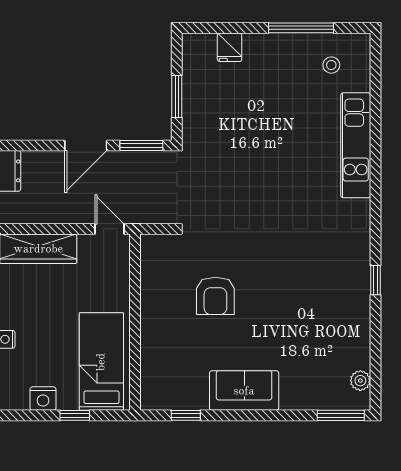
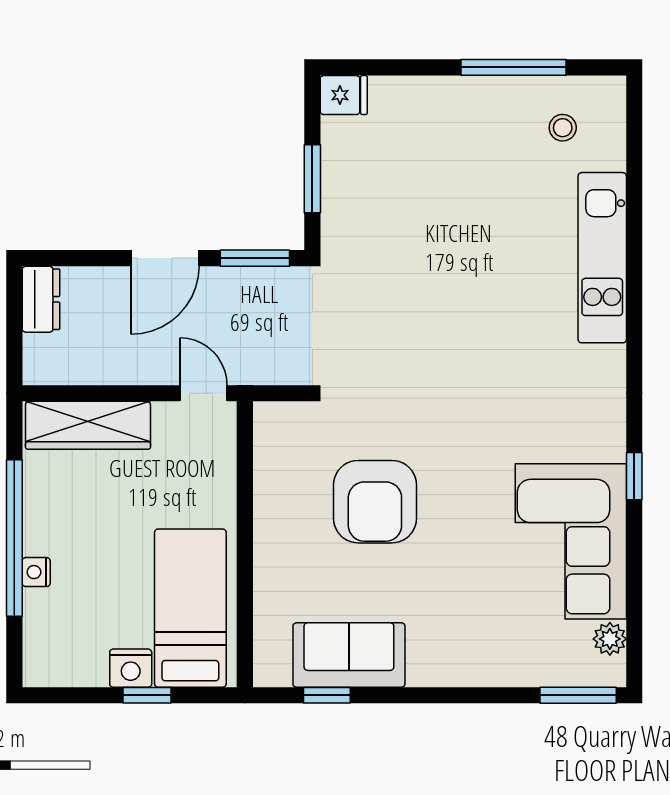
fridge: (230, 47) -> (344, 95), moved, turned -90
armchair: (215, 296) -> (375, 502), width x1.36, depth x1.36
corner sofa: (336, 320) -> (571, 541), added
sofa: (244, 391) -> (349, 655), moved
nightstand: (43, 399) -> (131, 668), moved

